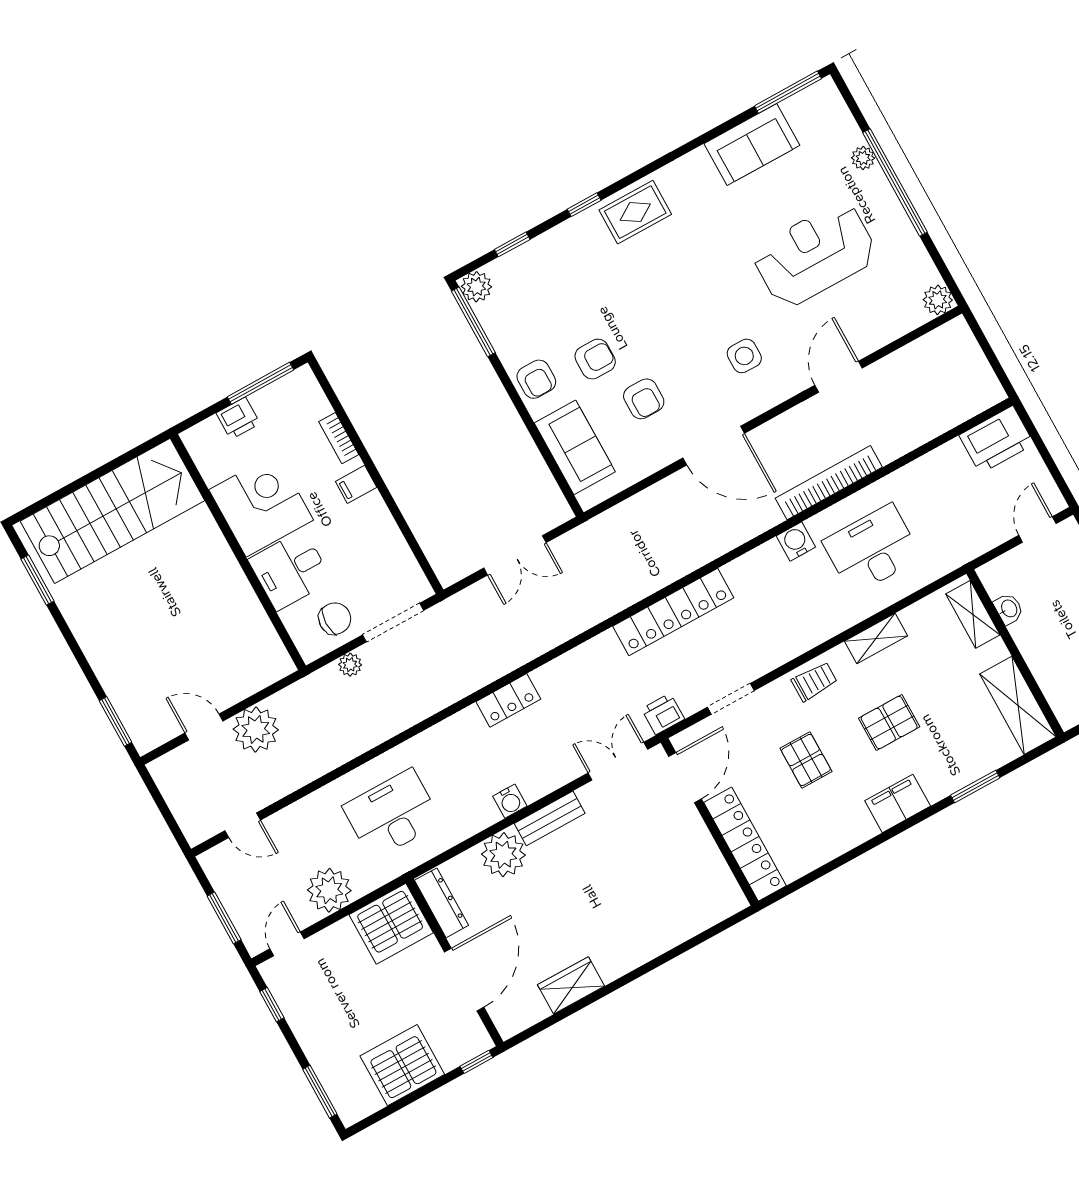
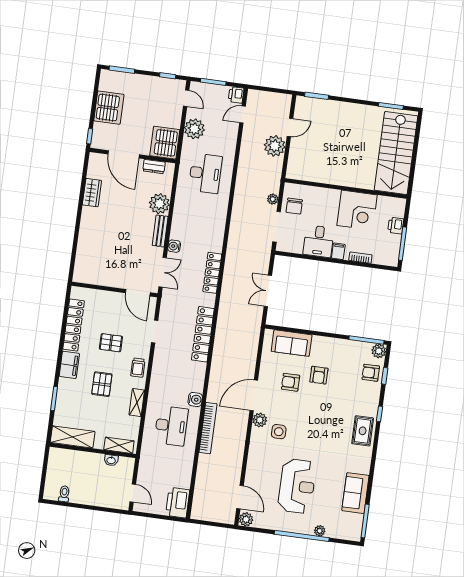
door: (839, 377) -> (240, 497), moved
armchair: (536, 379) -> (371, 373), moved
plant: (749, 404) -> (260, 420), added
desk: (290, 570) -> (319, 241), moved, turned 180
locker: (508, 700) -> (212, 273), moved, width x1.53
printer: (663, 714) -> (236, 95), moved, turned 180
water cooler: (510, 801) -> (174, 246), moved
locker: (745, 844) -> (74, 325), moved, turned -90
dresser: (441, 903) -> (154, 167), width x0.70

